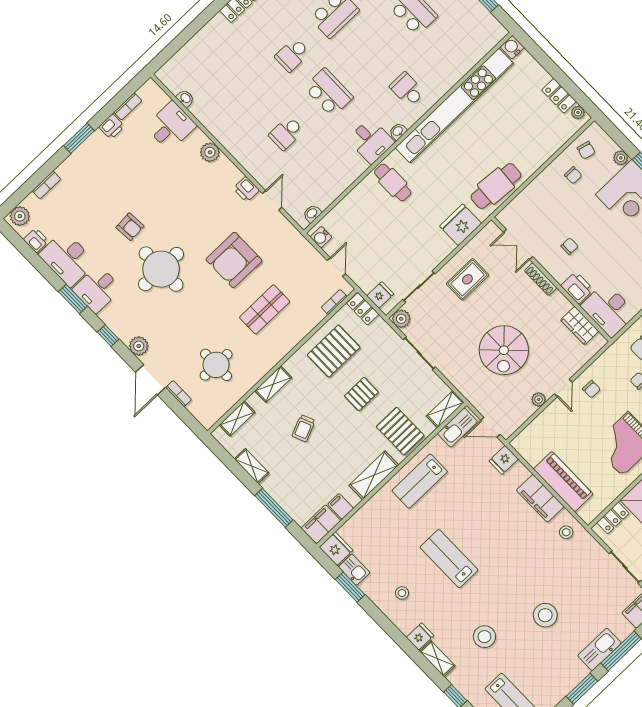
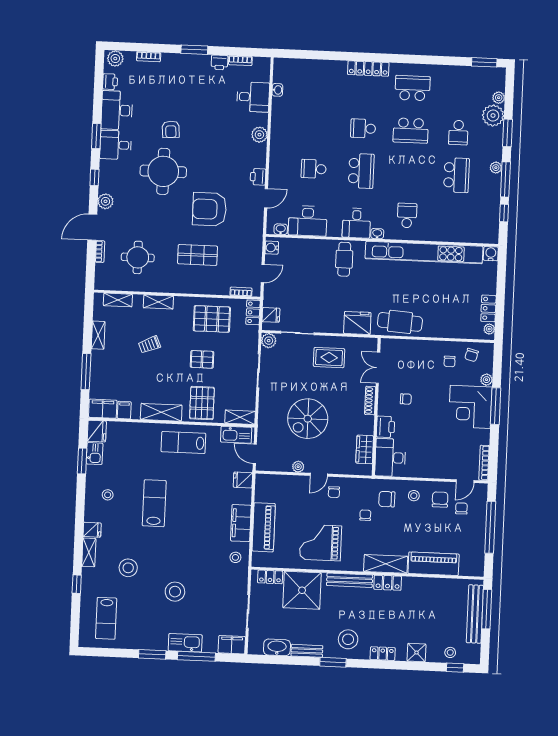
desk: (328, 182) -> (308, 221), added

